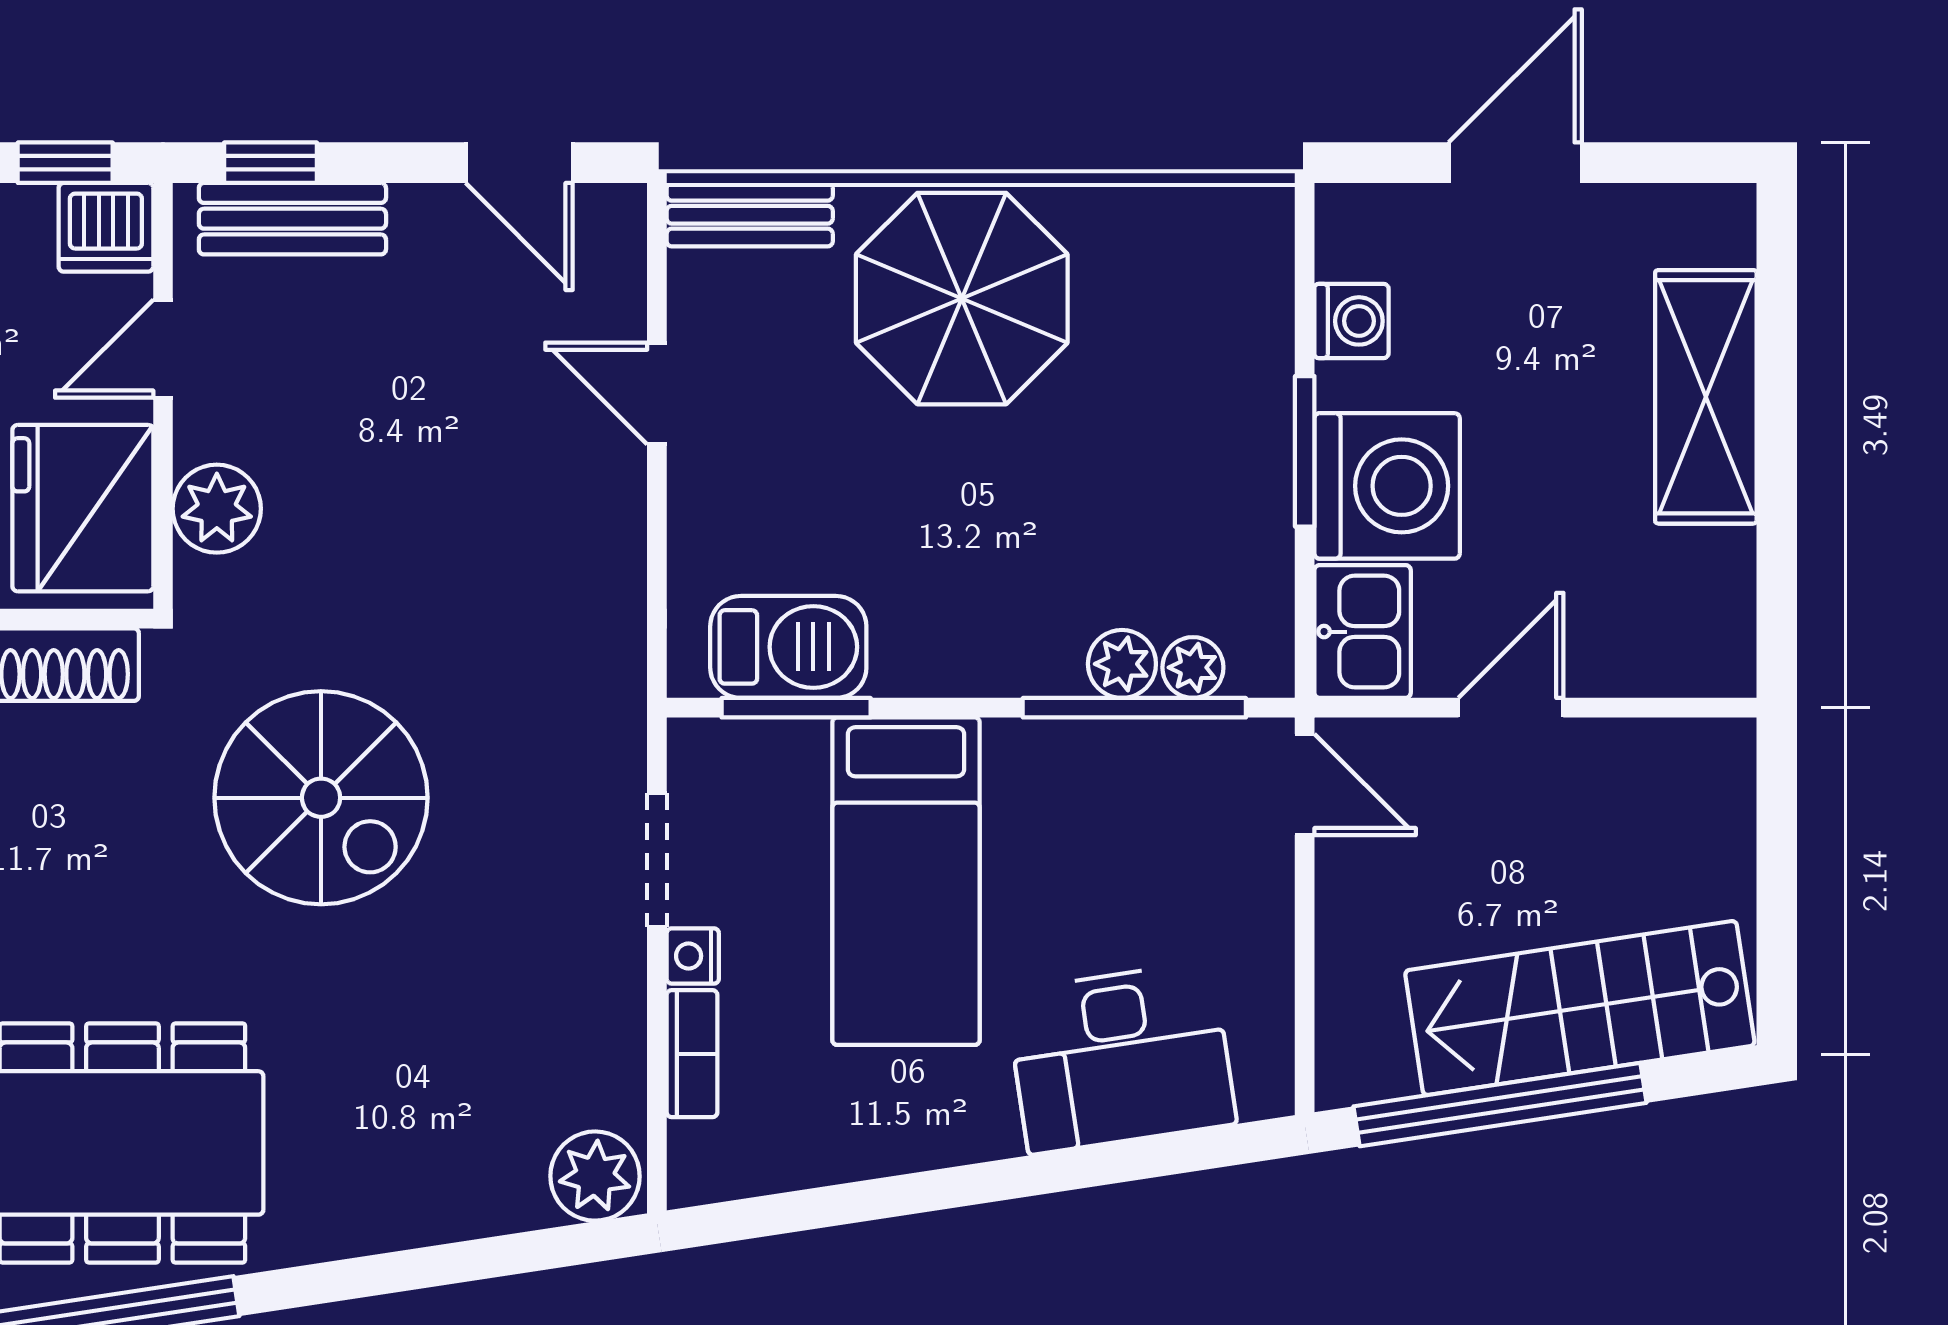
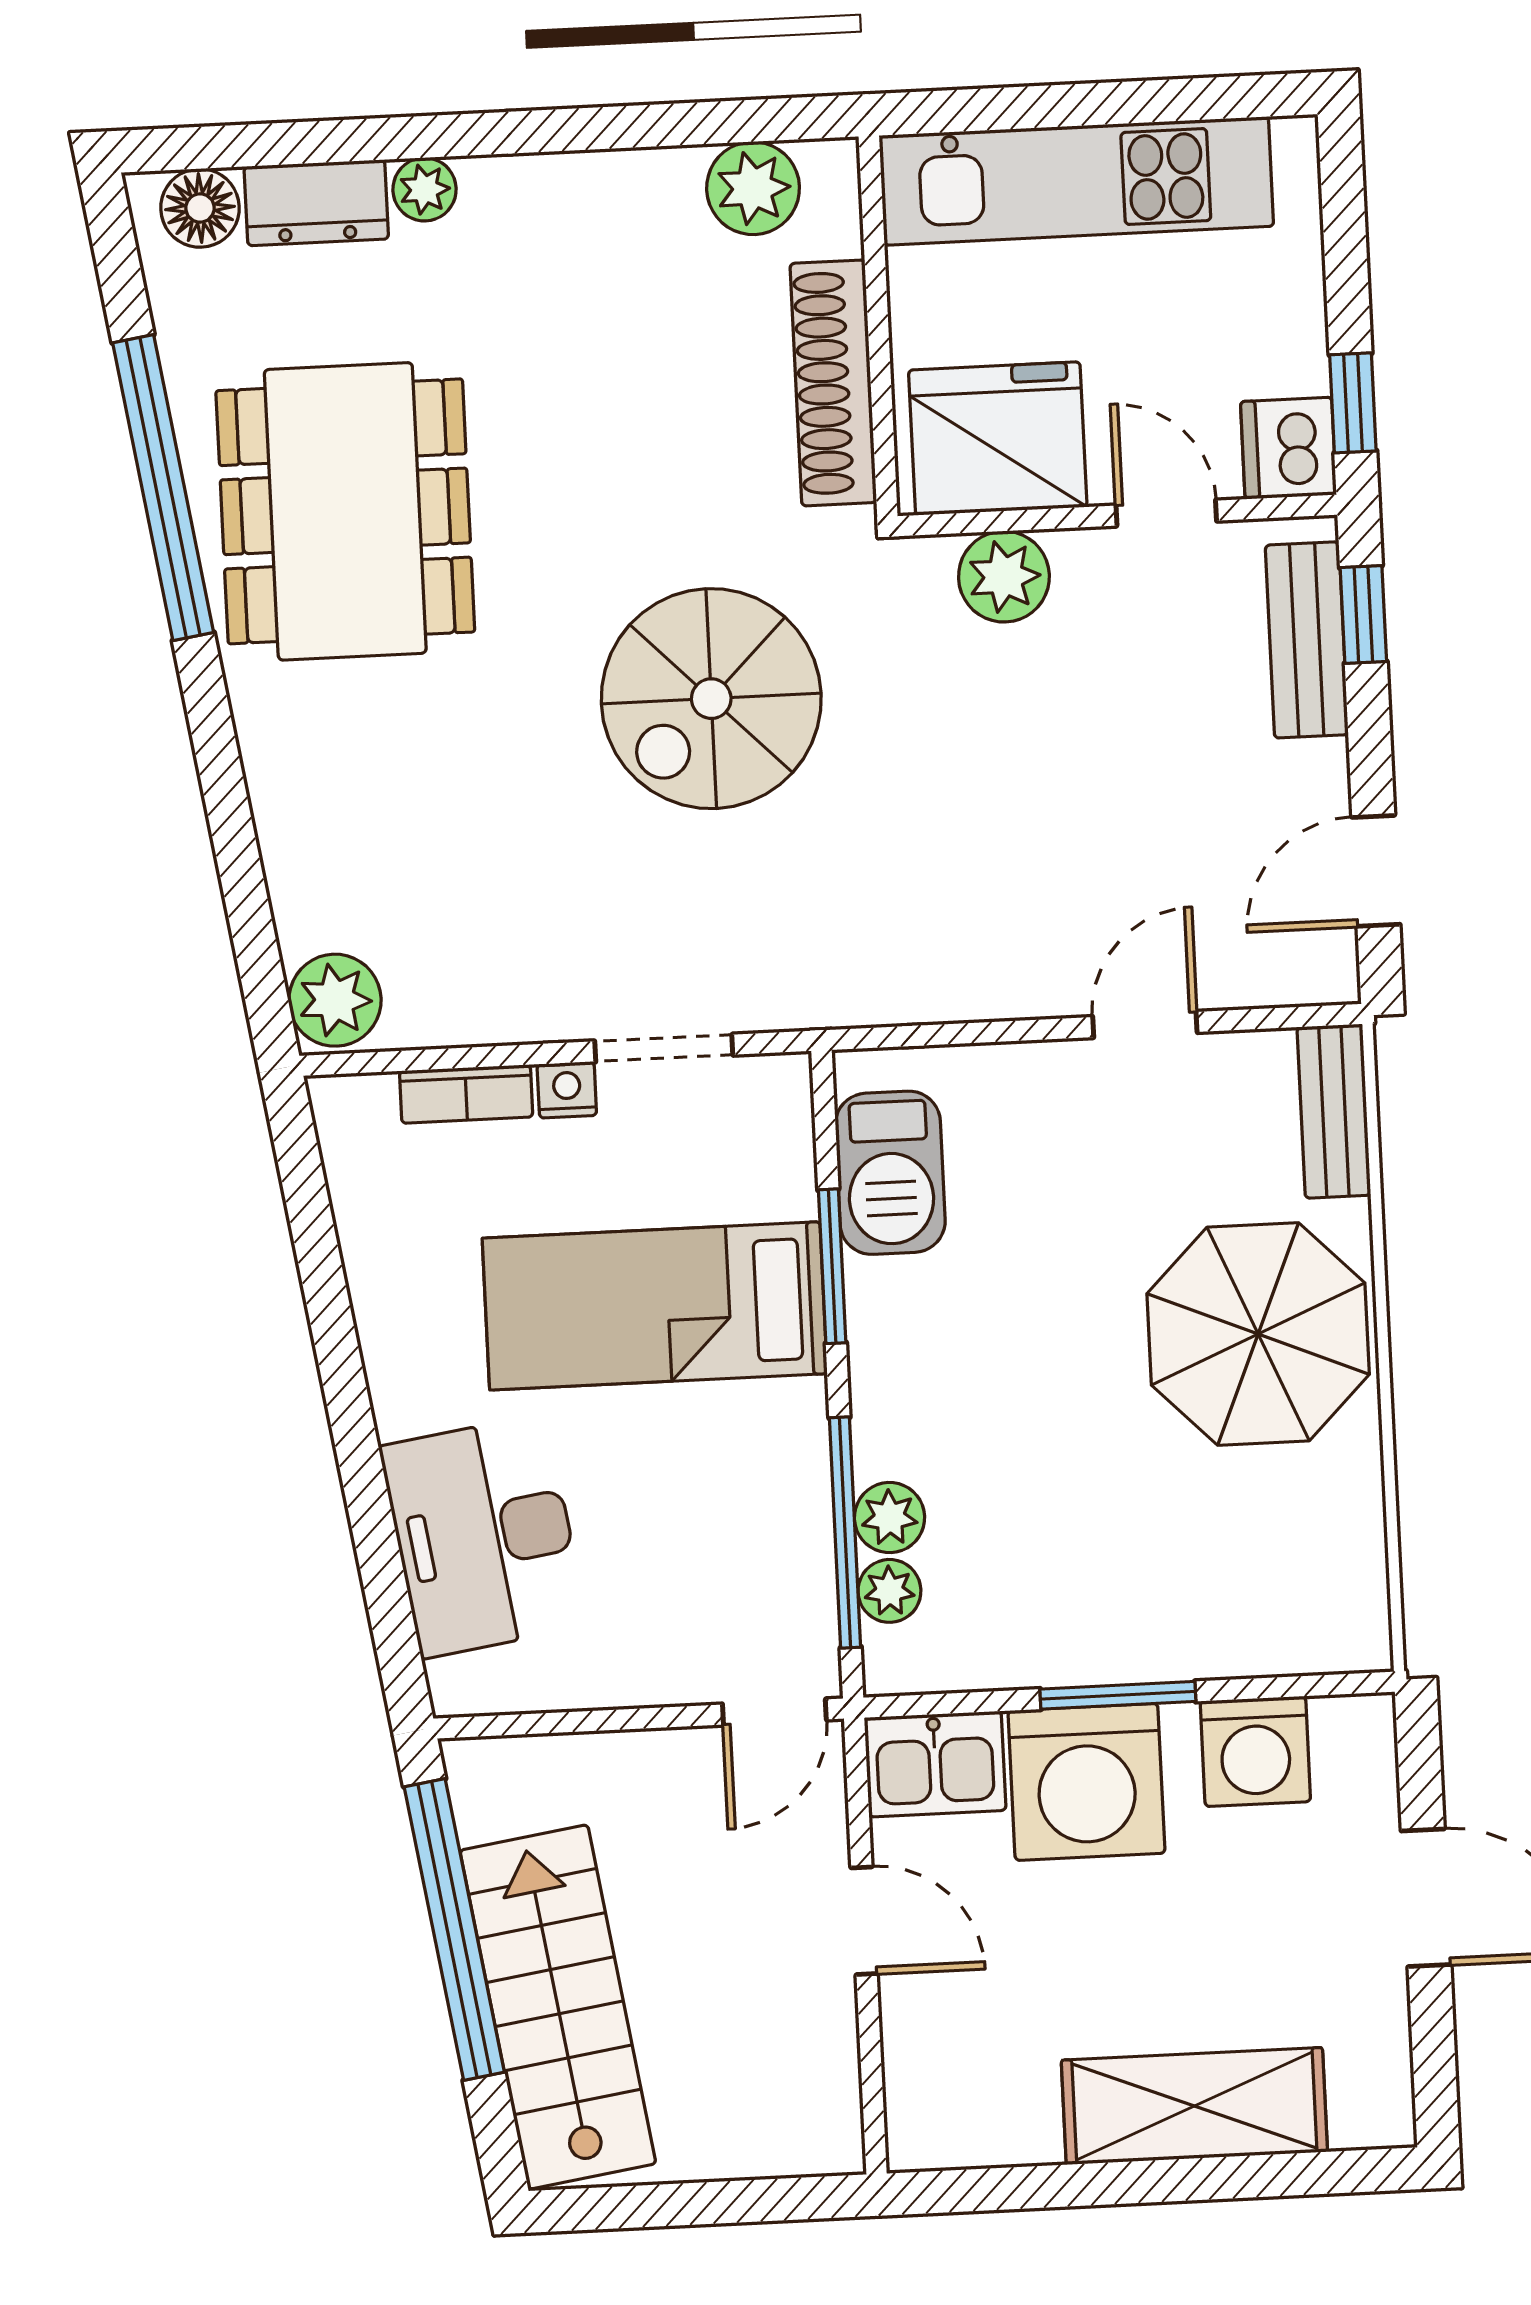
washing machine: (1352, 321) -> (1255, 1751), width x1.38, depth x1.38
window: (796, 708) -> (832, 1266), moved

